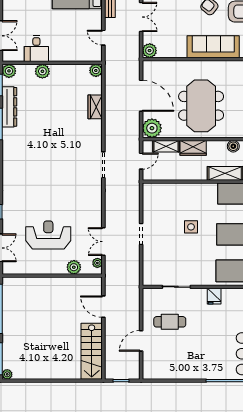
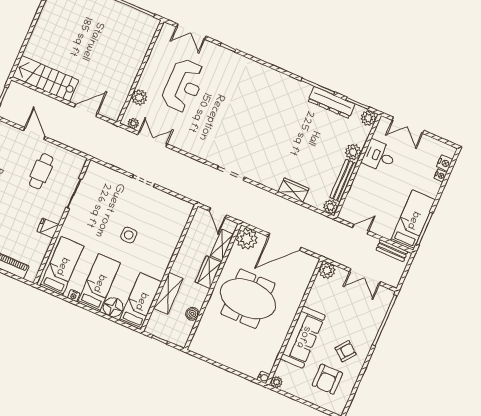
bench: (70, 69) -> (343, 181), added

